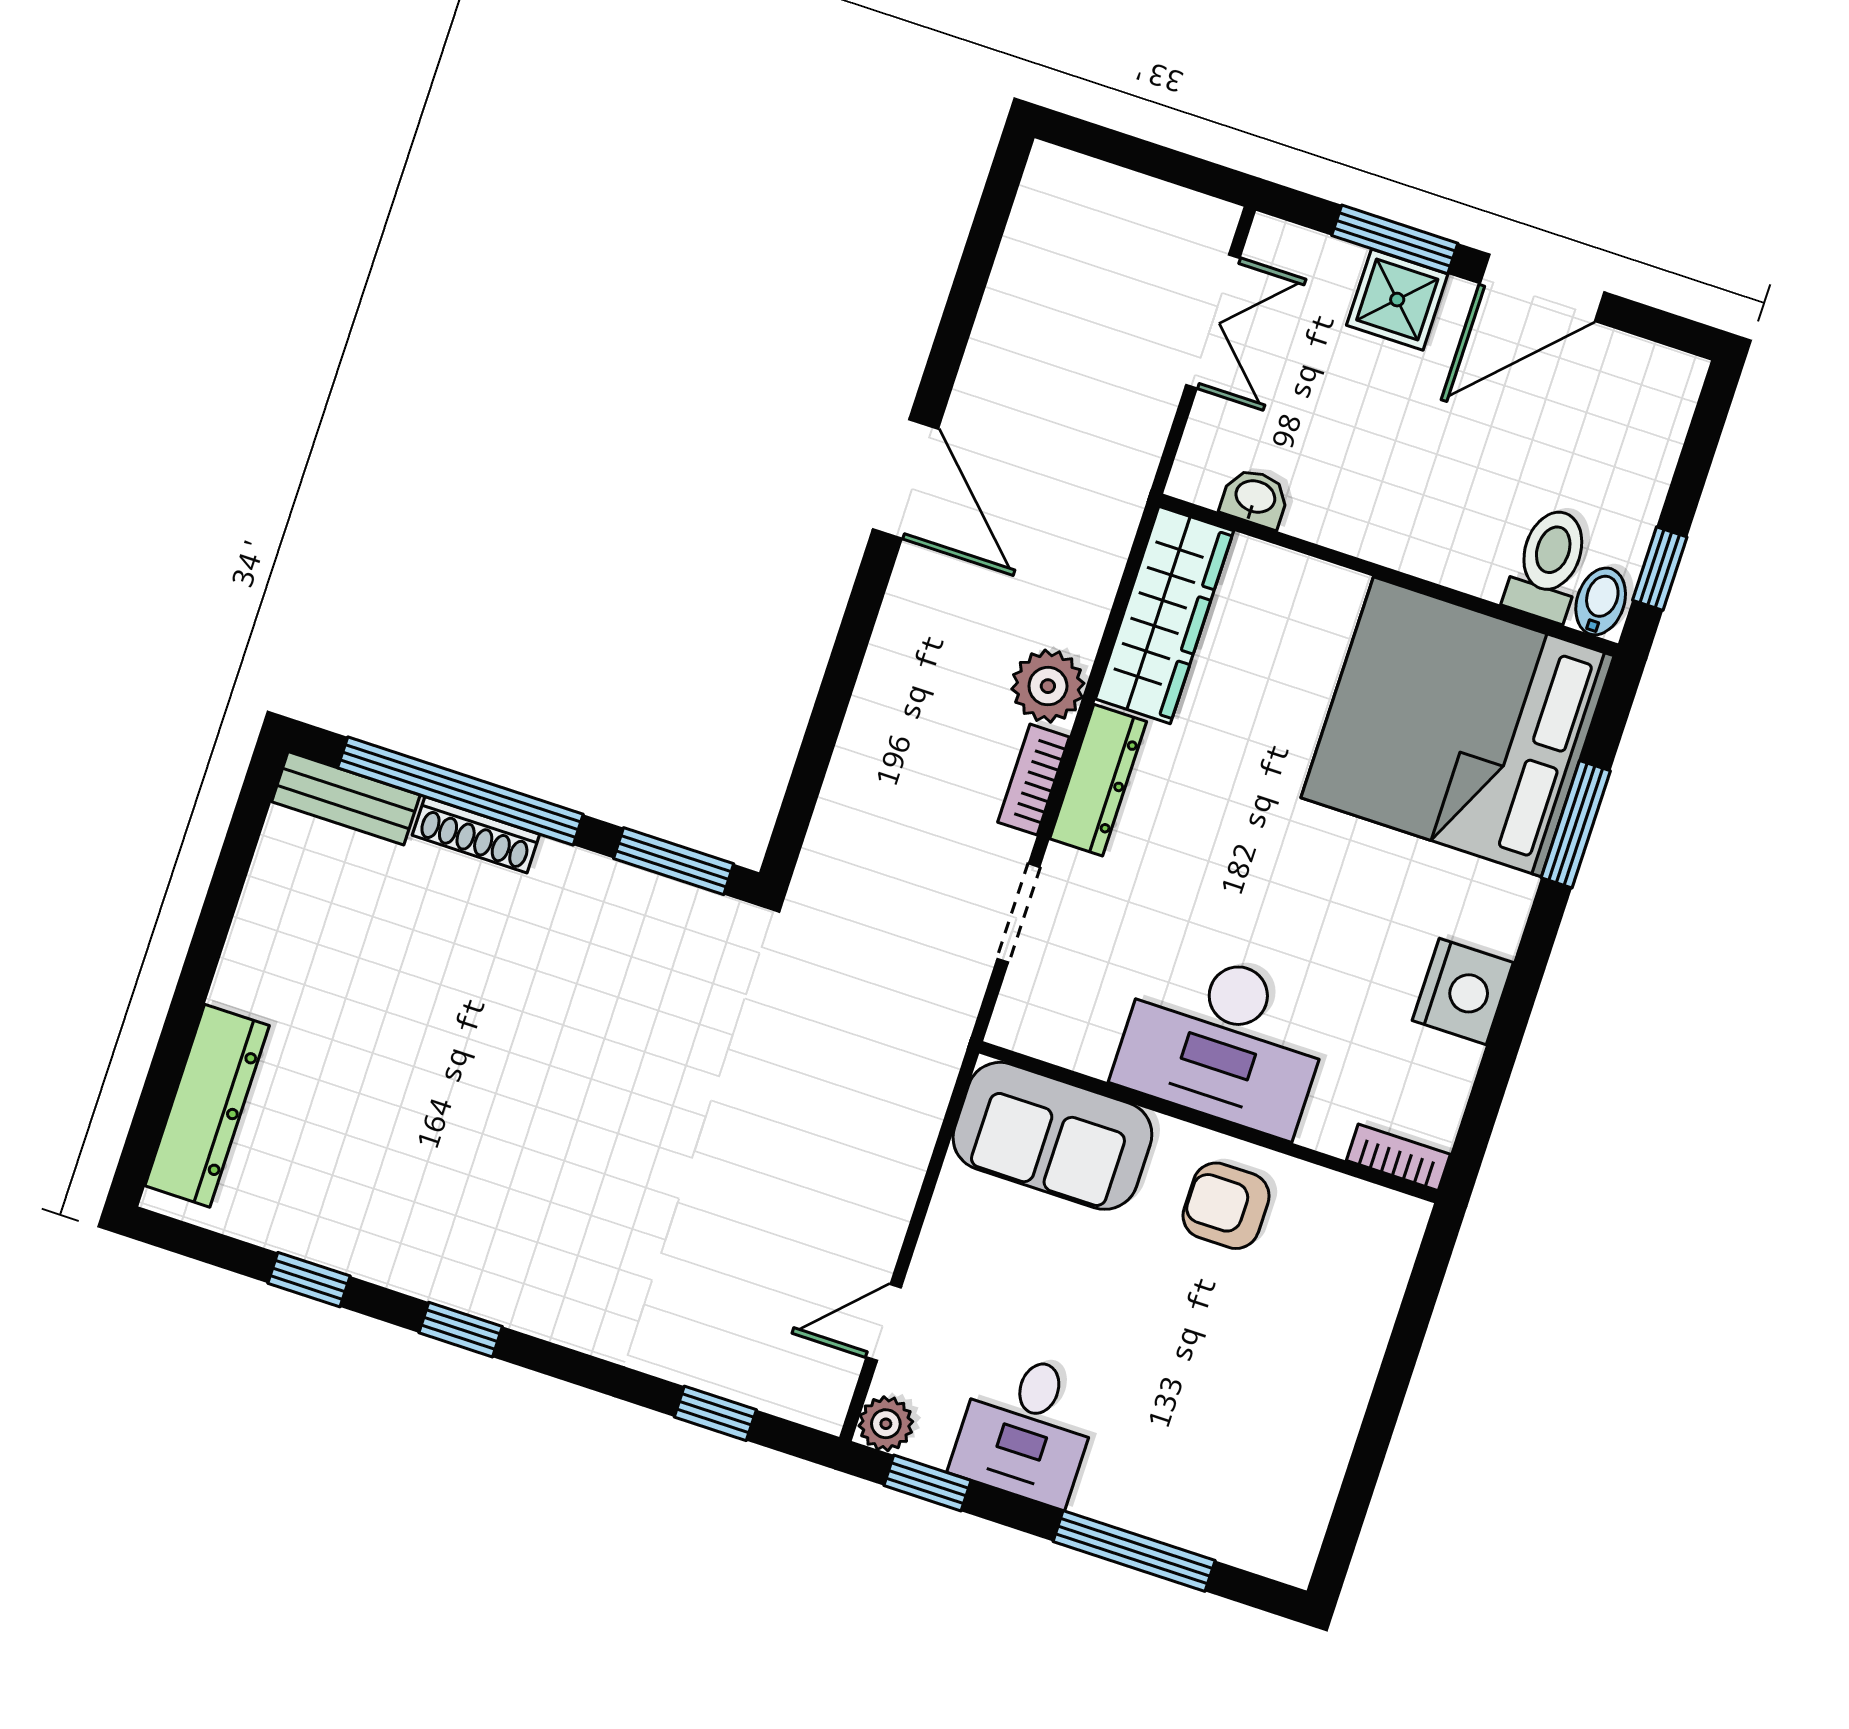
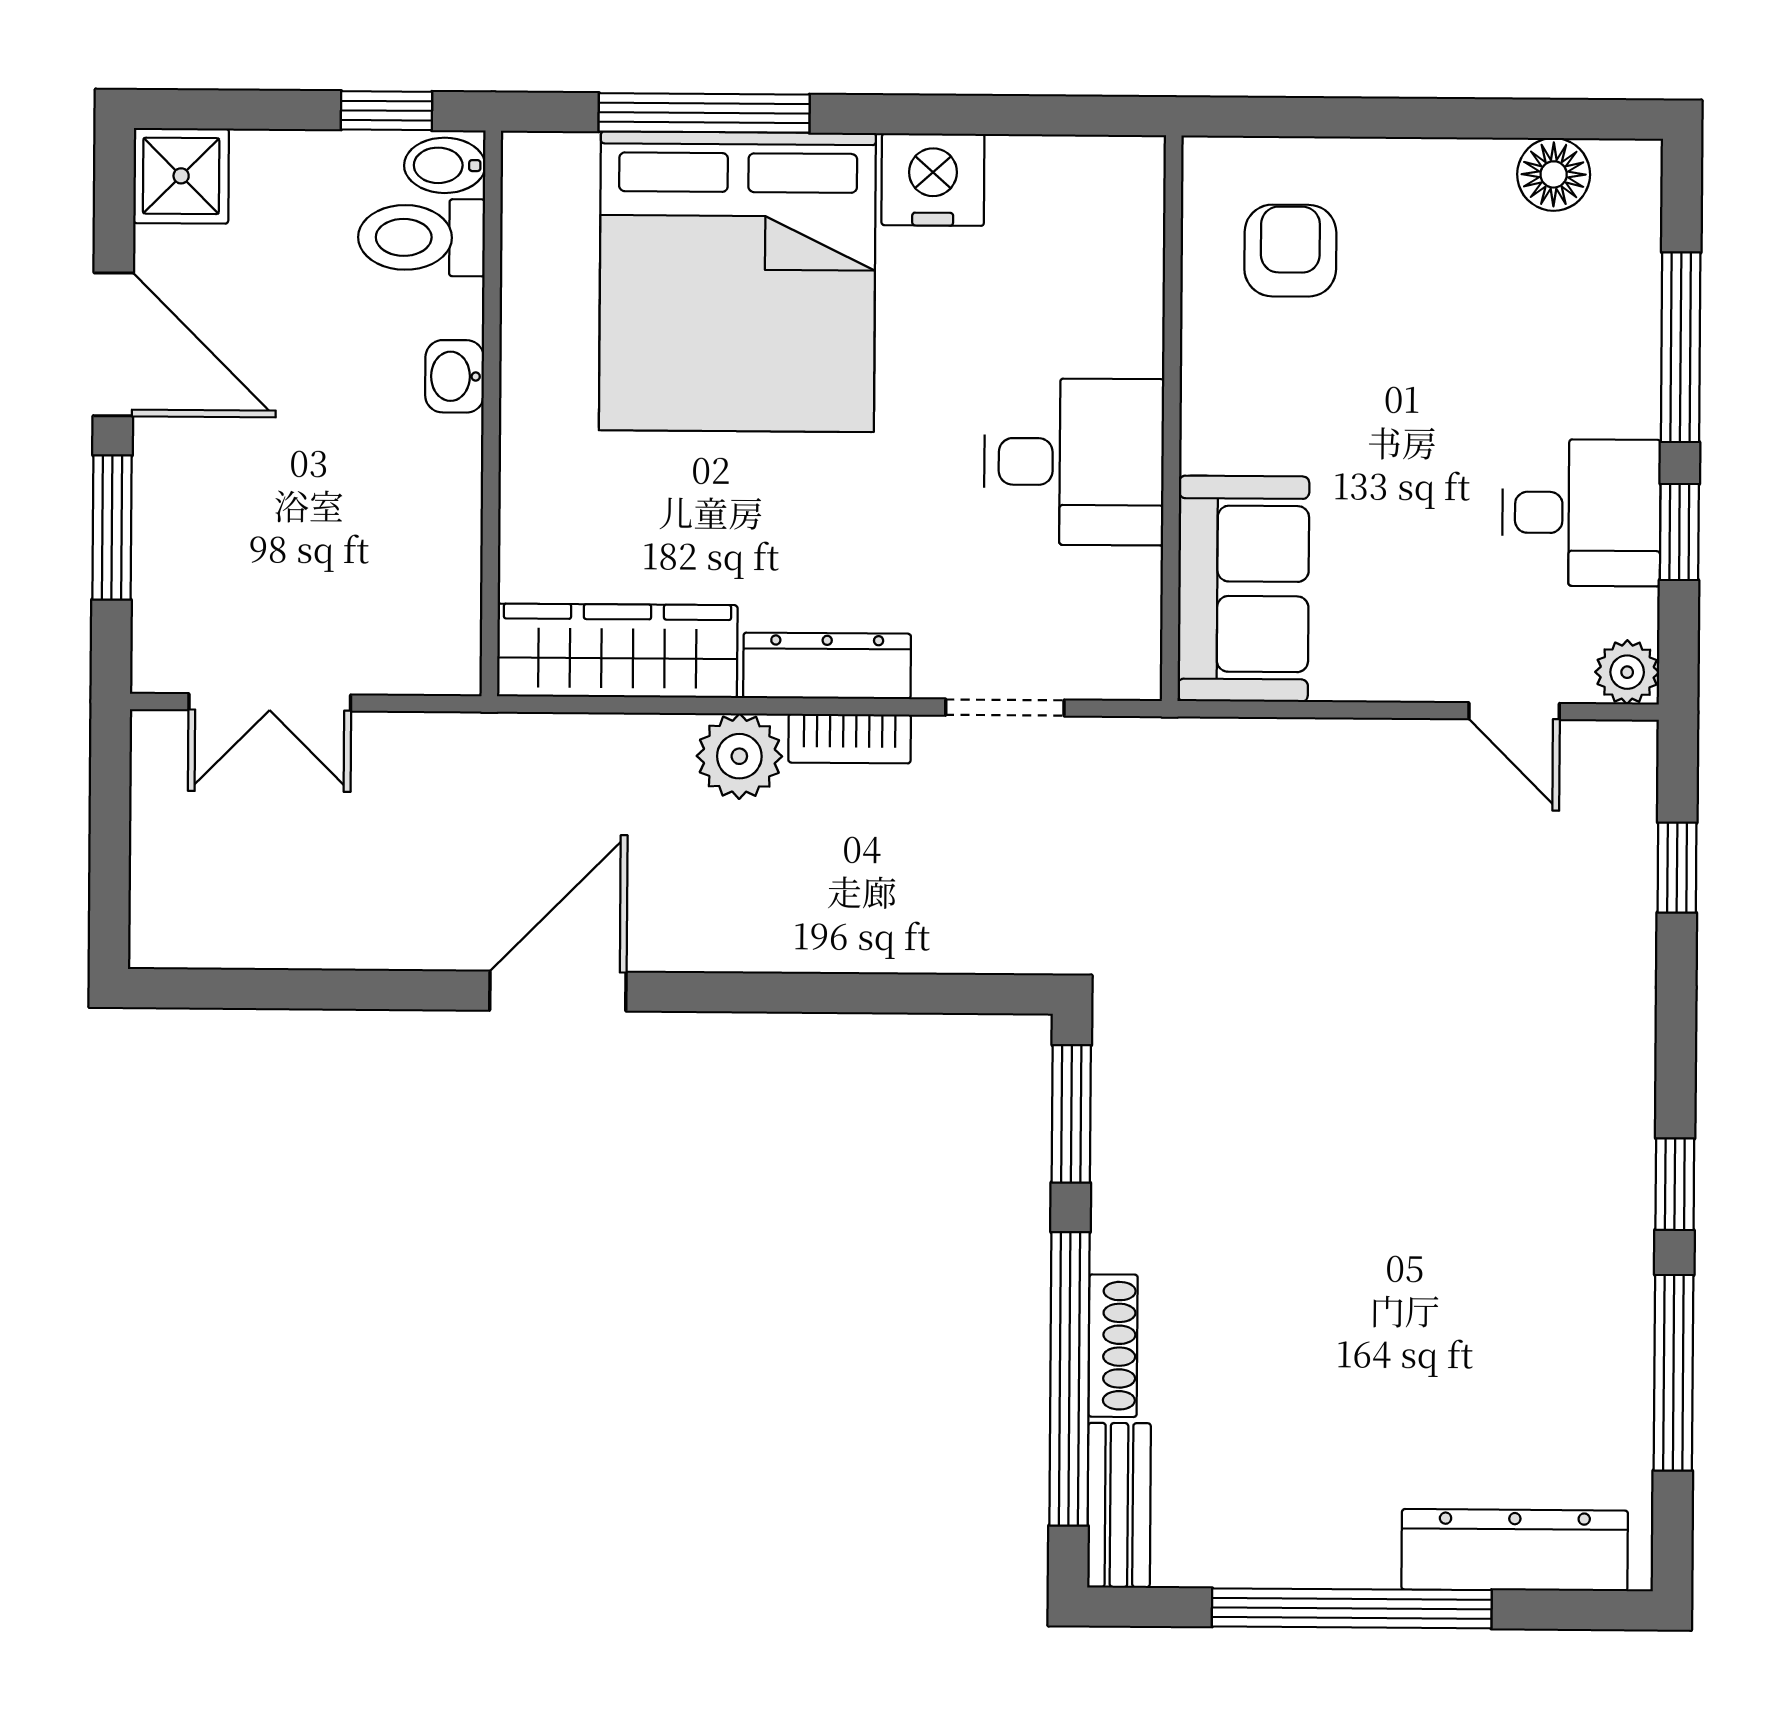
shower: (1397, 300) -> (181, 176), moved
double door: (1213, 321) -> (270, 702), swing flipped
washbasin: (1255, 498) -> (455, 376), moved
bed: (1458, 727) -> (737, 282), moved
window: (1576, 824) -> (704, 113), width x1.44
window: (202, 959) -> (1352, 1608), added
desk: (1224, 1040) -> (1074, 462), width x0.73
bookcase: (1398, 1157) -> (1143, 192), removed
armchair: (1226, 1206) -> (1290, 251), moved, turned 180
window: (309, 1280) -> (1673, 1373), width x2.17
window: (927, 1483) -> (1679, 532), moved
floor lamp: (1306, 1493) -> (1554, 174), added

